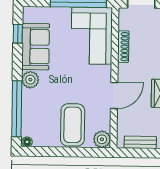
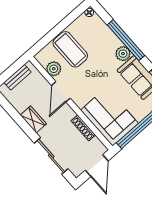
window: (17, 109) -> (126, 40), moved
plant: (102, 139) -> (54, 69), moved

